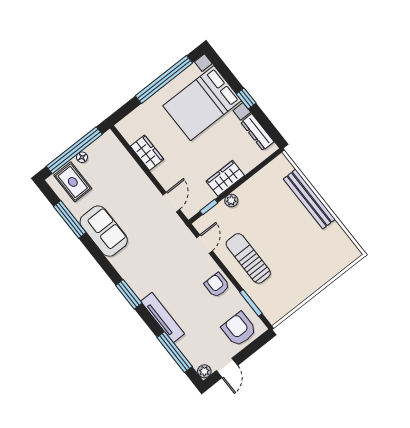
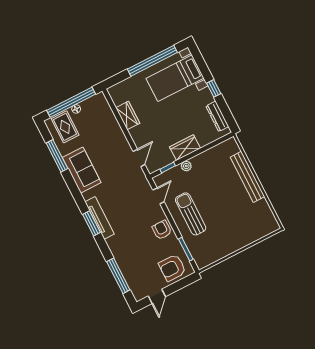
bed with nightstands: (202, 103) -> (175, 78), width x0.73
tv unit: (163, 317) -> (100, 218), moved
armchair: (239, 329) -> (172, 268), turned -90
plant: (204, 371) -> (139, 295), removed

